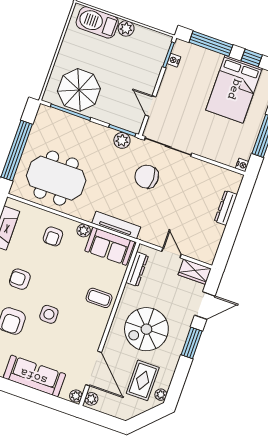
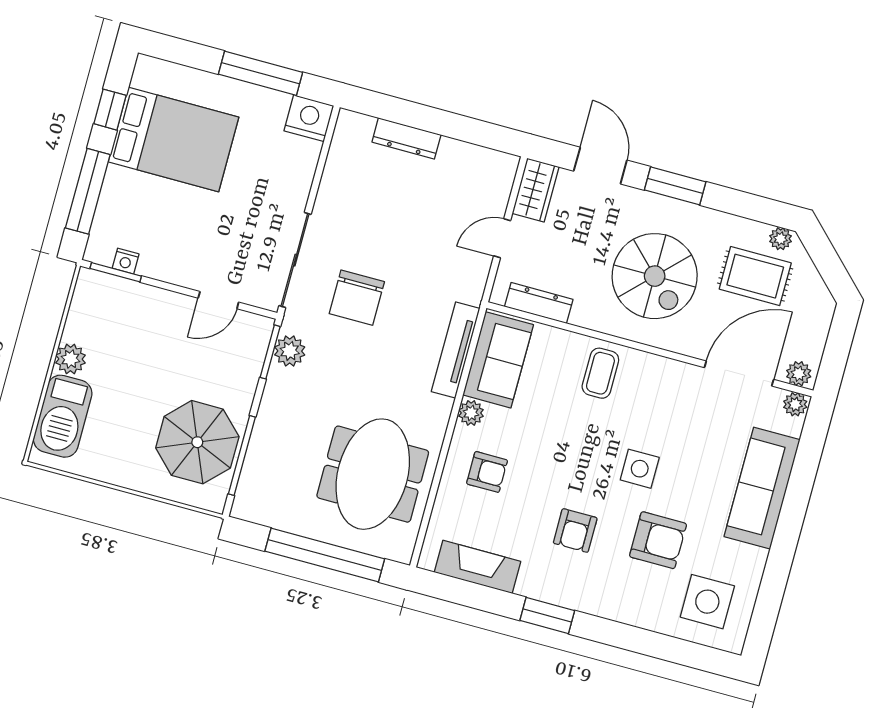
nightstand: (242, 165) -> (309, 118), width x1.89, depth x1.79

